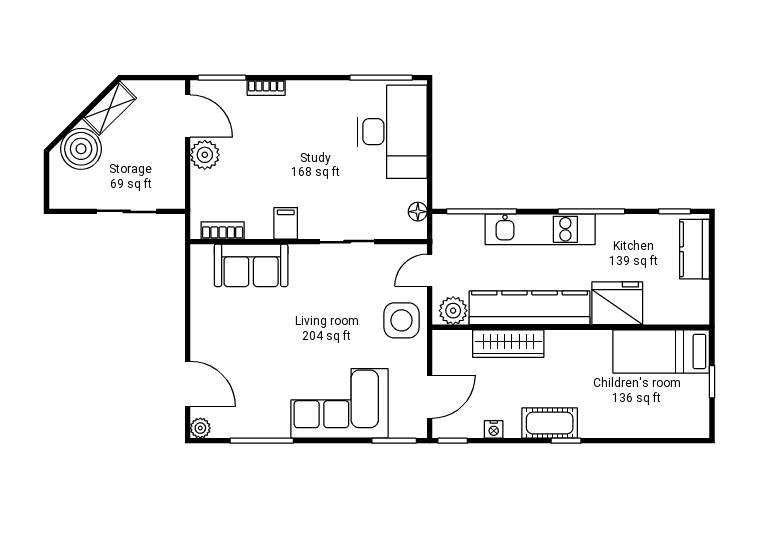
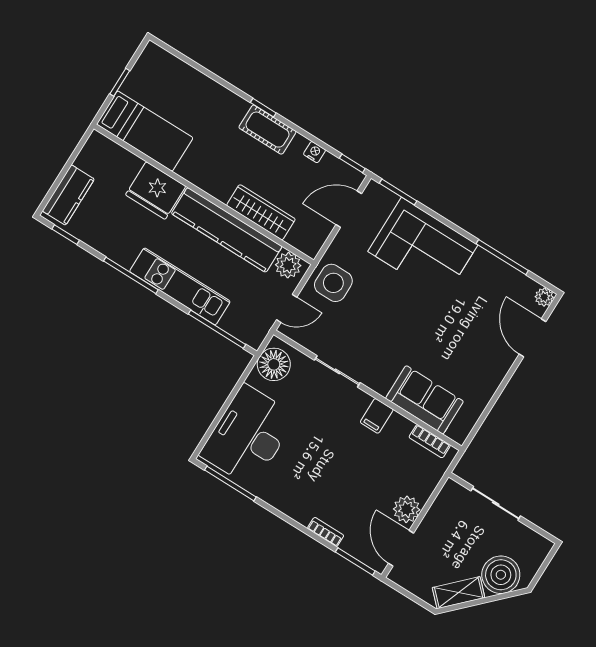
floor lamp: (418, 212) -> (274, 364), width x1.89, depth x1.89

